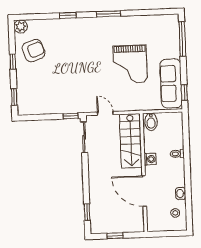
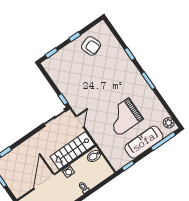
plant: (21, 26) -> (169, 123), moved
sofa: (171, 83) -> (144, 142), moved

